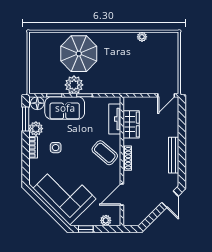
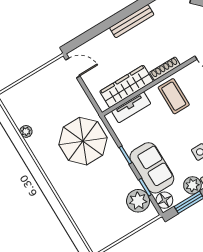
parasol: (79, 54) -> (83, 141), moved
plant: (74, 85) -> (138, 201), moved
wardrobe: (131, 124) -> (126, 86), width x1.50
coffee table: (105, 153) -> (174, 96), turned -41

